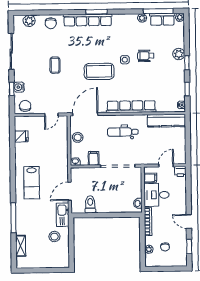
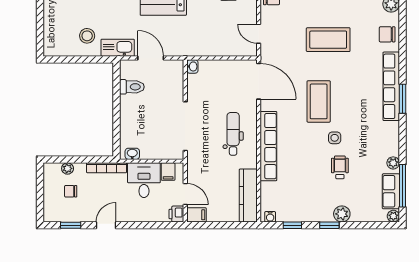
coffee table: (55, 65) -> (328, 40), width x1.86, depth x1.72
stool: (78, 137) -> (226, 70), removed
filing cabinet: (94, 158) -> (196, 215), moved

